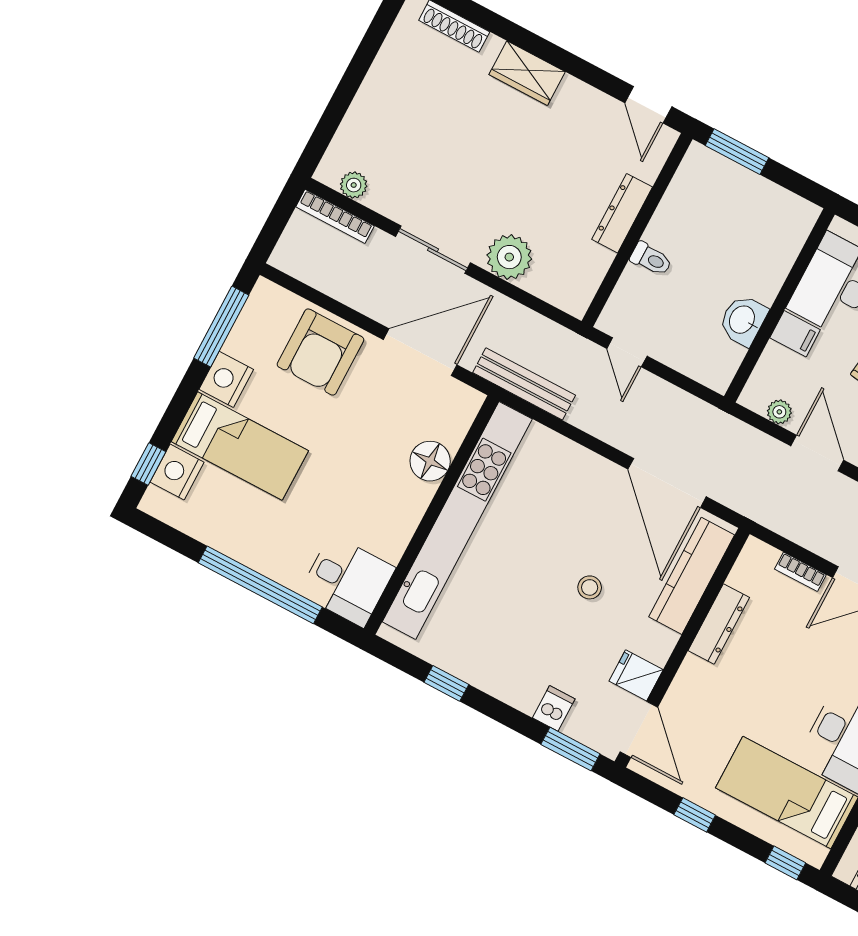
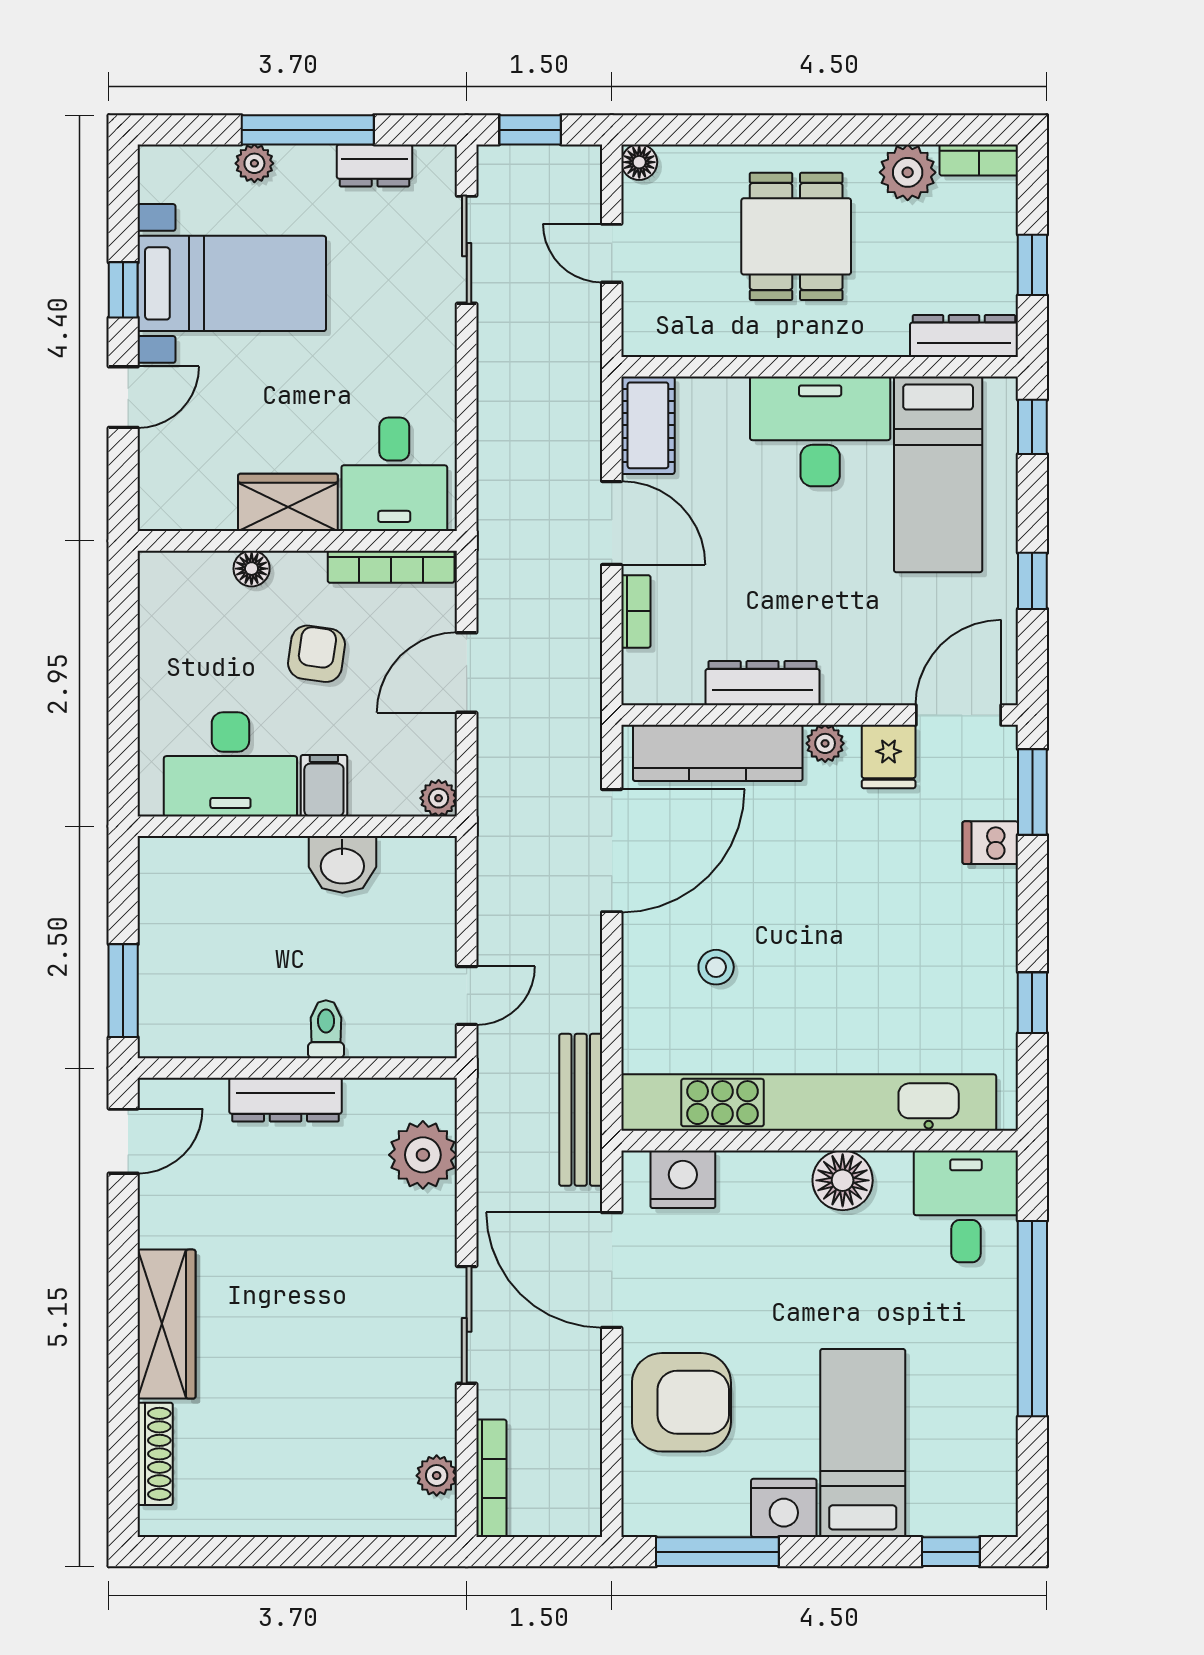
wardrobe: (527, 73) -> (167, 1324), width x1.50
plant: (509, 257) -> (423, 1155), moved
plant: (779, 412) -> (439, 798), moved
floor lamp: (430, 461) -> (843, 1180), moved
nightstand: (177, 472) -> (683, 1179), moved, turned 180
stool: (590, 587) -> (716, 967), moved
plant: (664, 642) -> (825, 743), added

